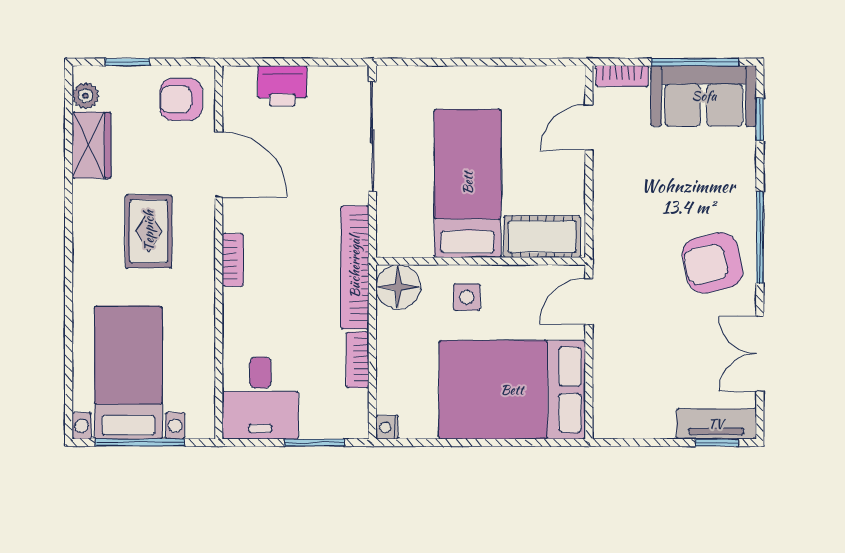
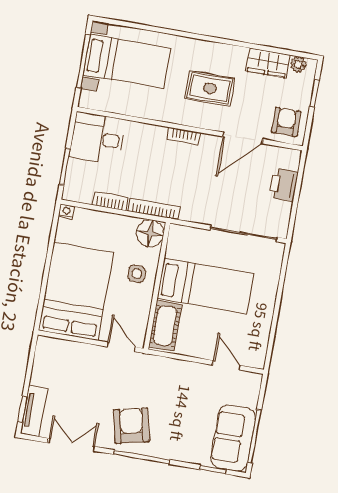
bookcase: (622, 76) -> (254, 391), removed
bookcase: (355, 267) -> (154, 209), width x0.68, depth x0.76

